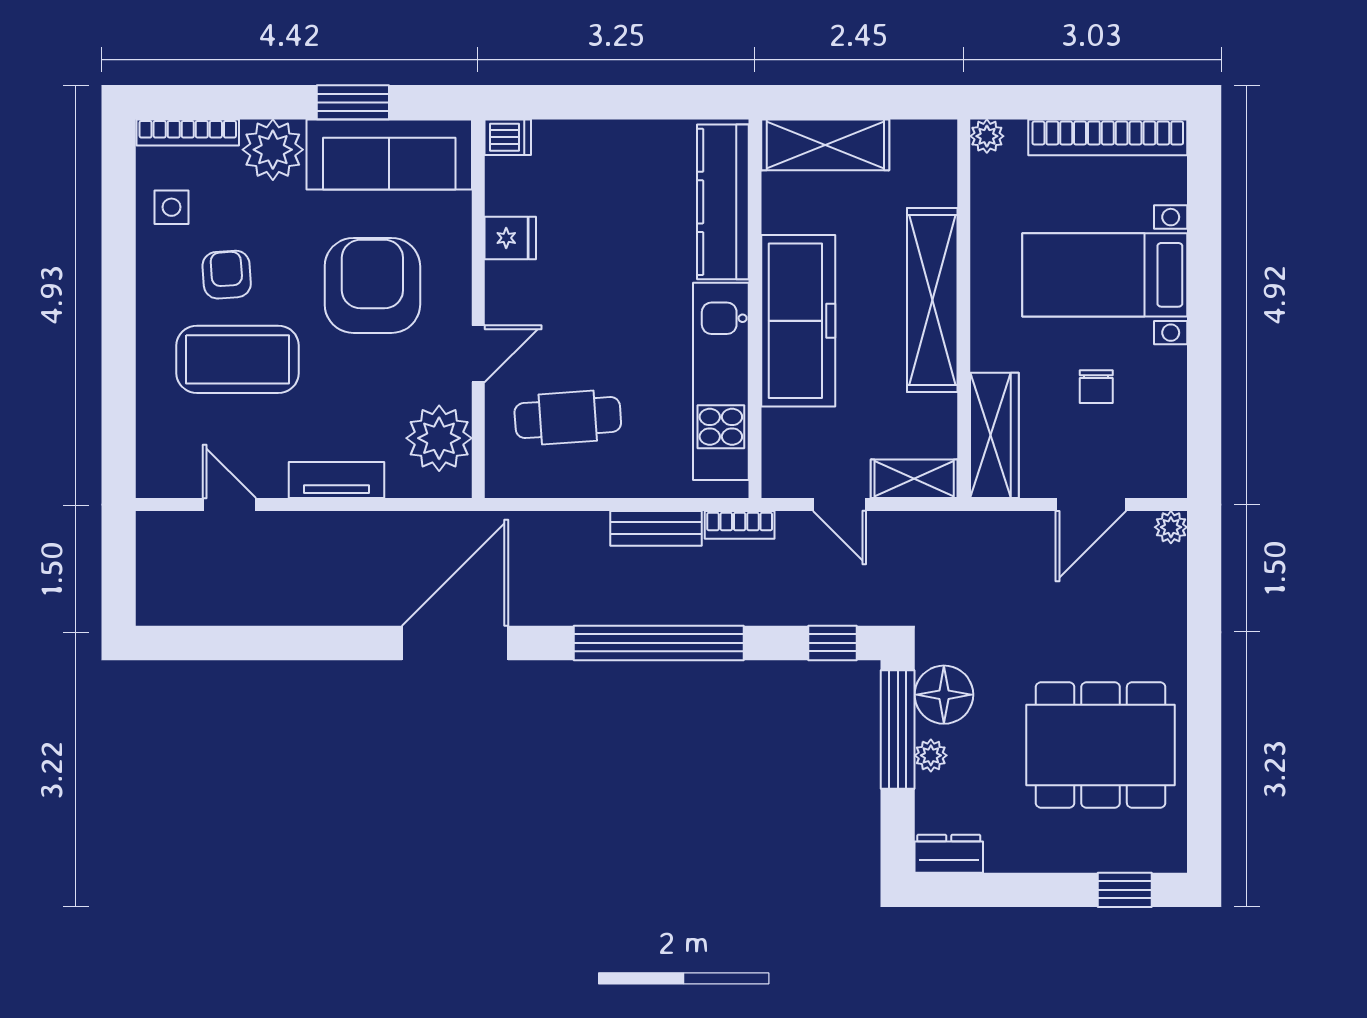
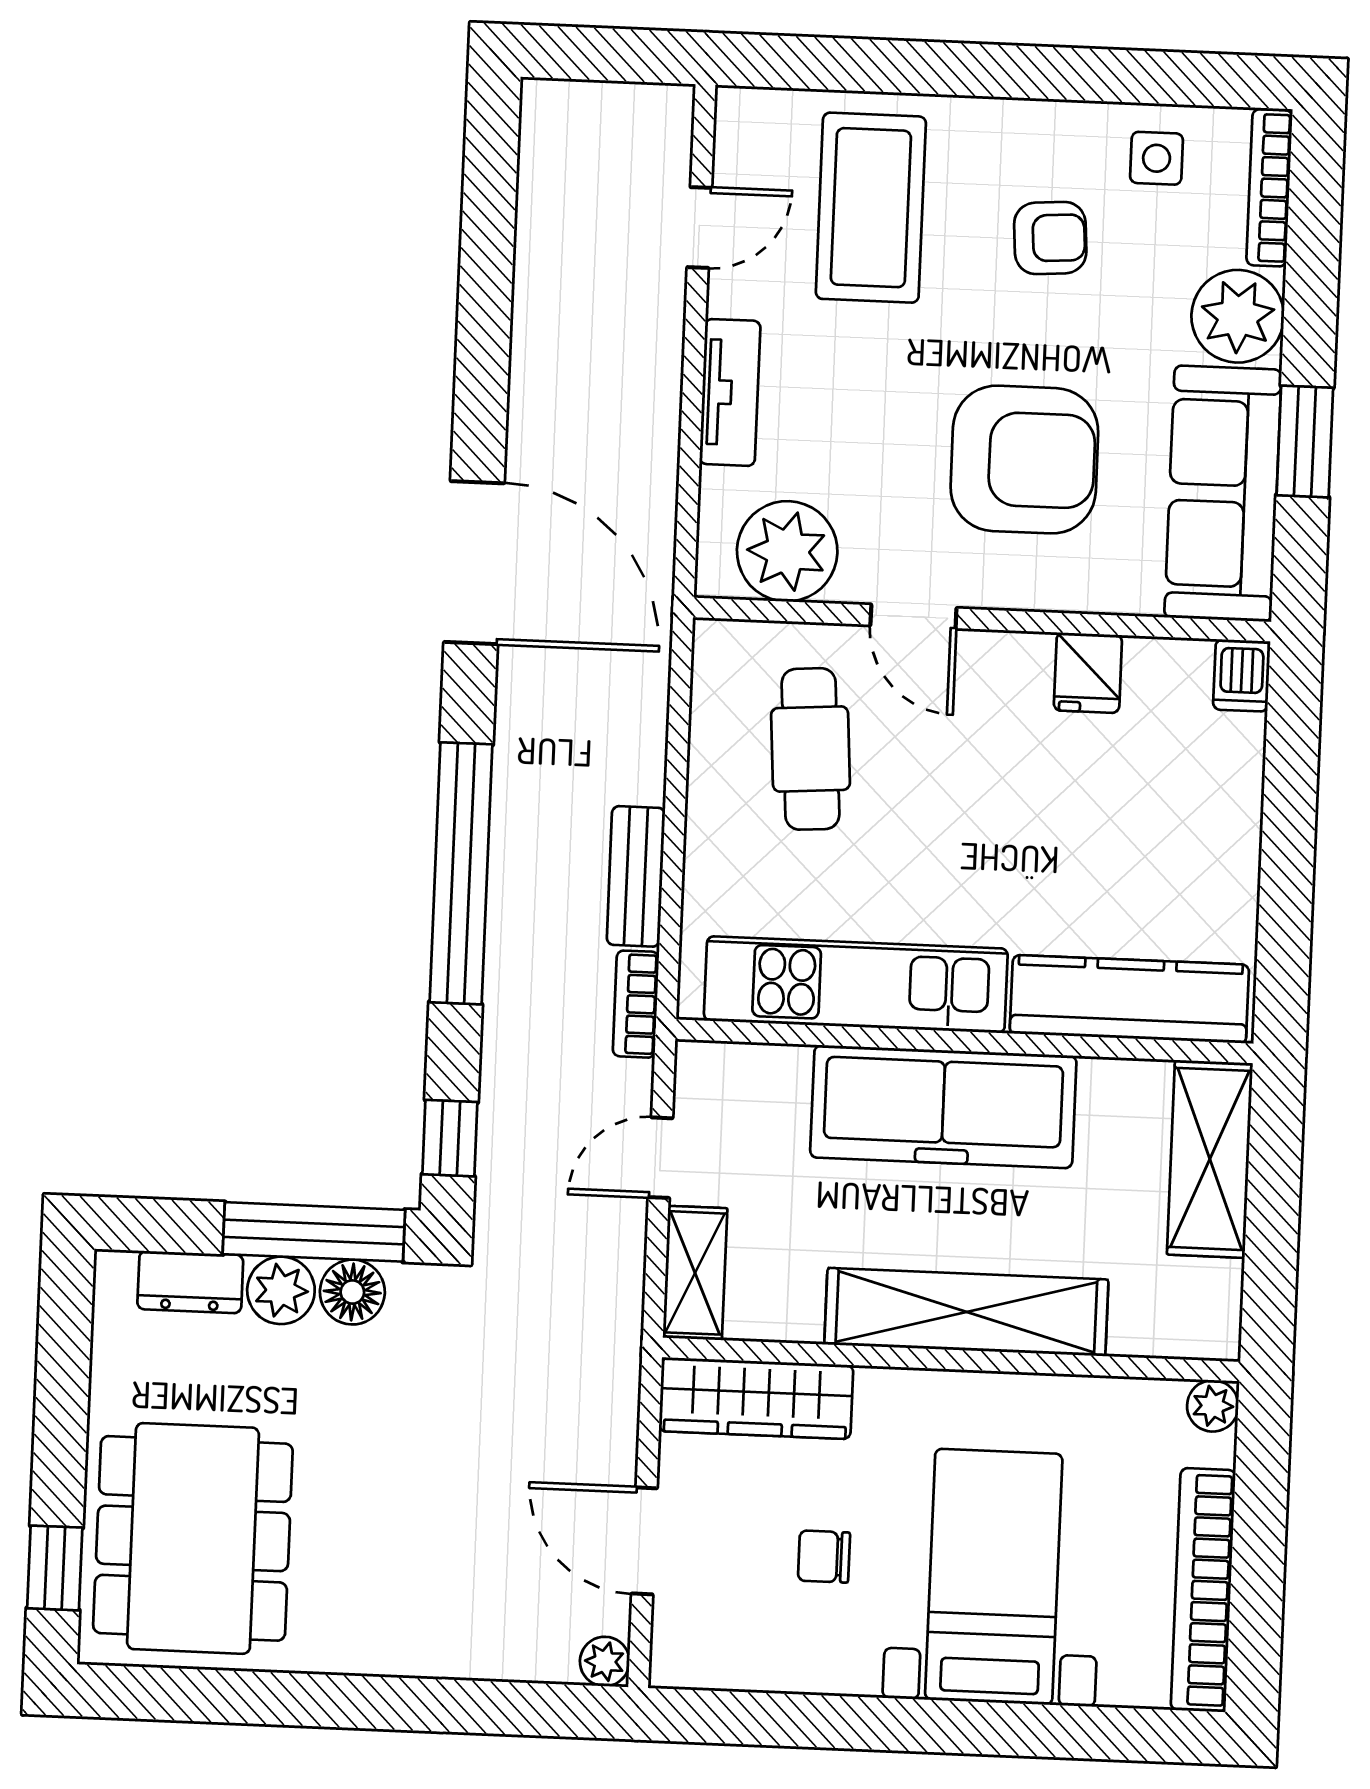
coffee table: (238, 359) -> (871, 208), moved
floor lamp: (944, 695) -> (352, 1292), width x0.73, depth x0.73
dining table: (1101, 745) -> (193, 1538), moved
plant: (931, 755) -> (281, 1290), width x1.38, depth x1.38
dresser: (949, 854) -> (190, 1282), moved, turned 90

